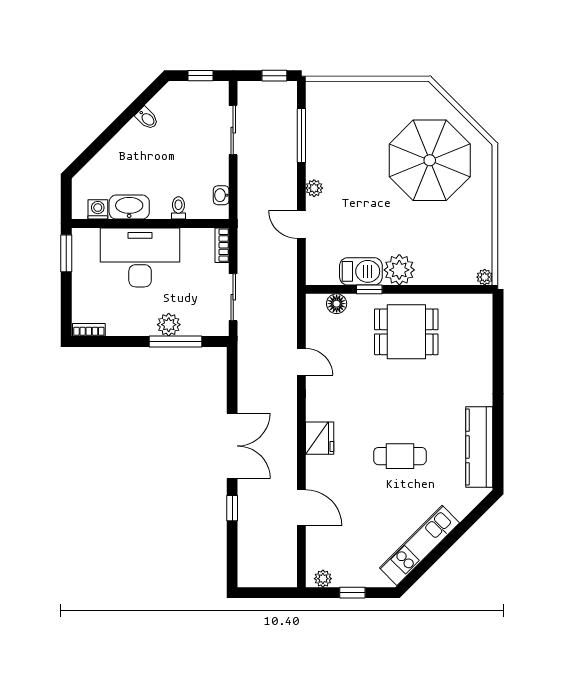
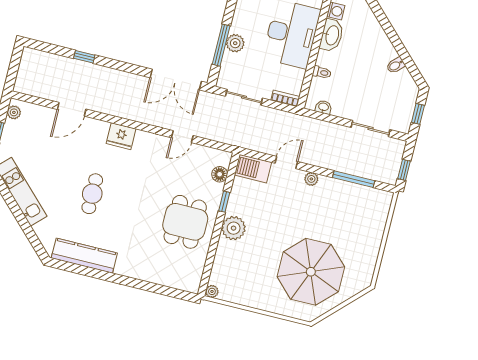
barbecue: (361, 271) -> (253, 169), moved, turned 90
double door: (232, 446) -> (176, 79), moved

